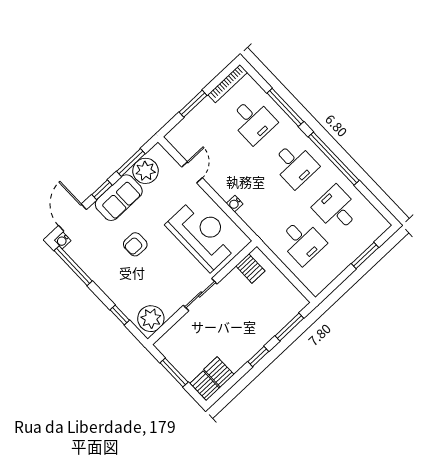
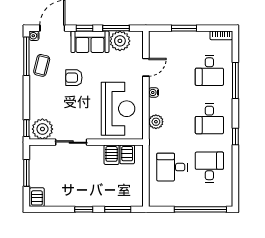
bookcase: (228, 84) -> (221, 35), width x0.64
window: (334, 159) -> (235, 136), width x0.32
water cooler: (235, 204) -> (154, 92), moved
plant: (248, 214) -> (156, 122), added
desk: (302, 241) -> (172, 167), turned 90
window: (365, 256) -> (200, 209), width x2.11
coffee table: (95, 261) -> (42, 65), added
sliding door: (200, 295) -> (71, 142), moved
window: (120, 315) -> (26, 128), moved
server rack: (219, 372) -> (112, 155), moved, turned 180

